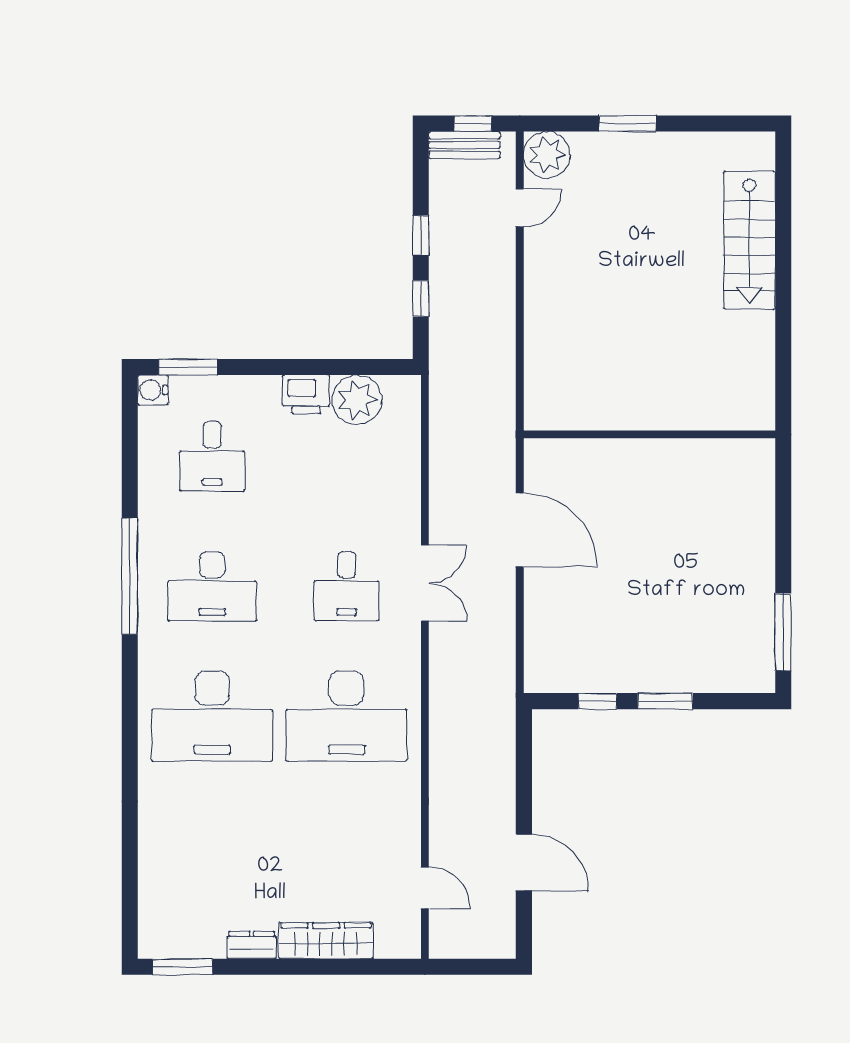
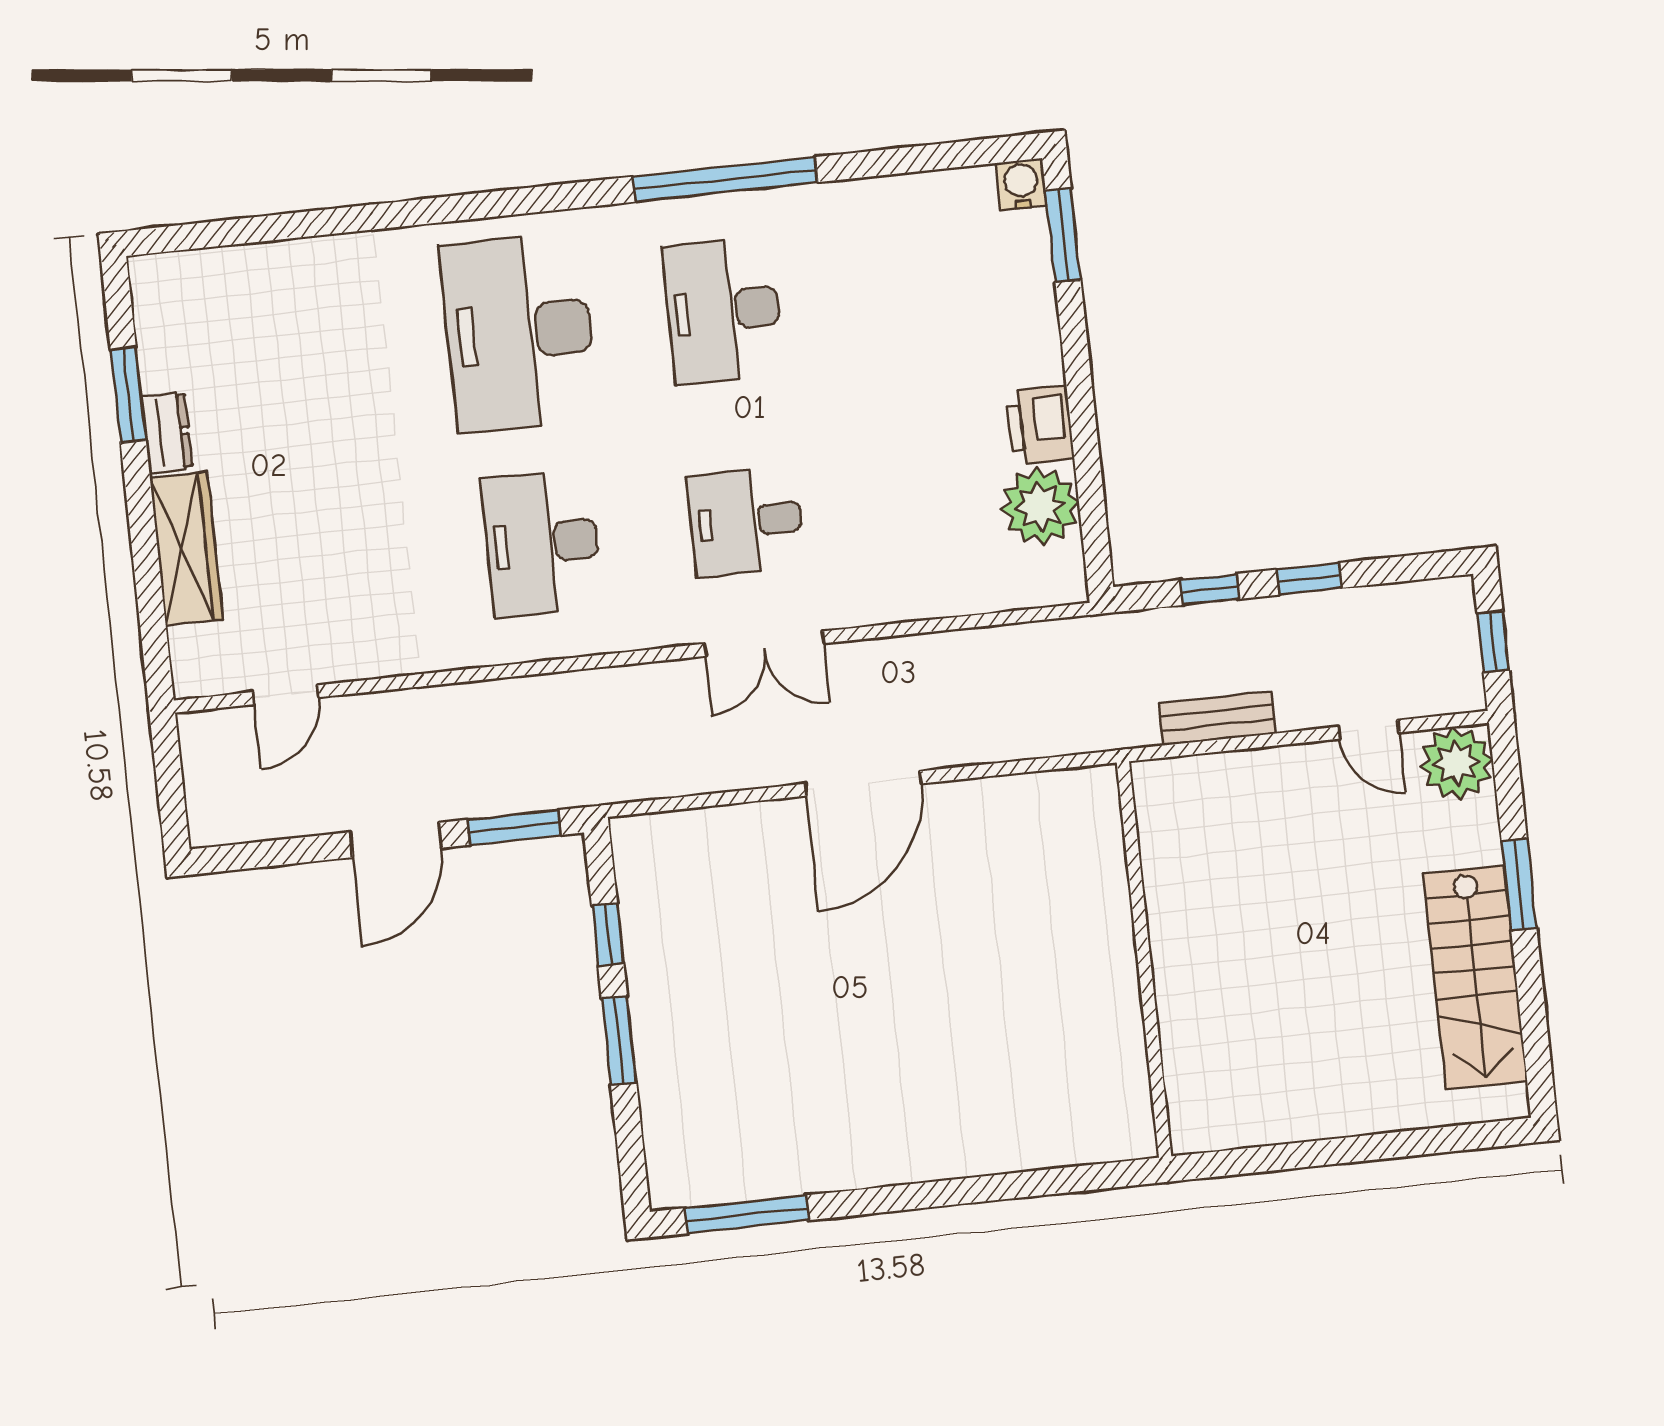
bench: (464, 145) -> (1217, 718), moved, turned 90
stairs: (749, 240) -> (1475, 977), moved, turned -90
wall: (649, 434) -> (1144, 959), moved
desk: (212, 456) -> (927, 289), removed
desk: (347, 716) -> (542, 543), width x0.73, depth x0.77
window: (524, 753) -> (514, 827), added
door: (524, 863) -> (396, 840), moved
window: (183, 967) -> (128, 395), moved

